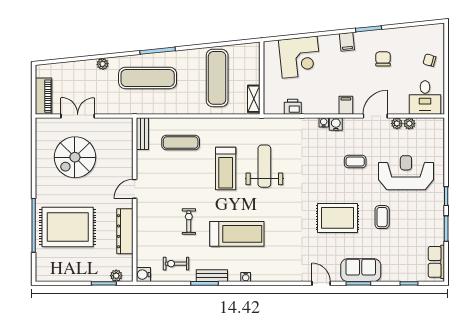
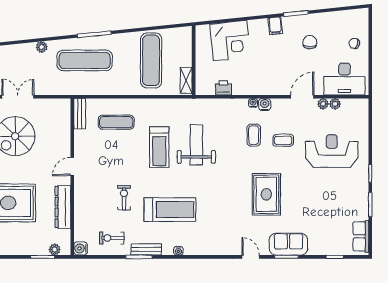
desk: (425, 97) -> (344, 79), width x1.37
filing cabinet: (346, 105) -> (274, 86), removed
coffee table: (382, 217) -> (254, 135), moved
rug: (338, 218) -> (266, 194), turned 90

